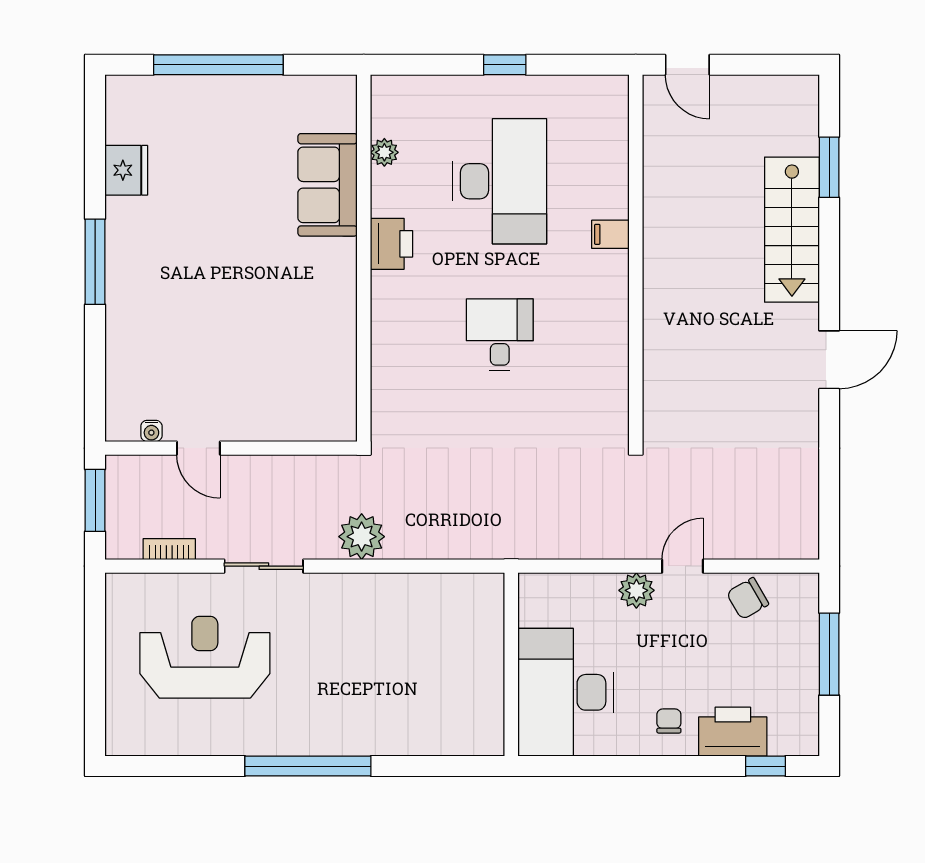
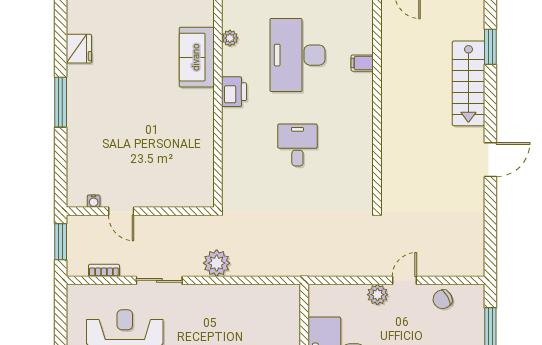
desk: (500, 181) -> (297, 55), turned 180
filing cabinet: (610, 234) -> (362, 63), moved

